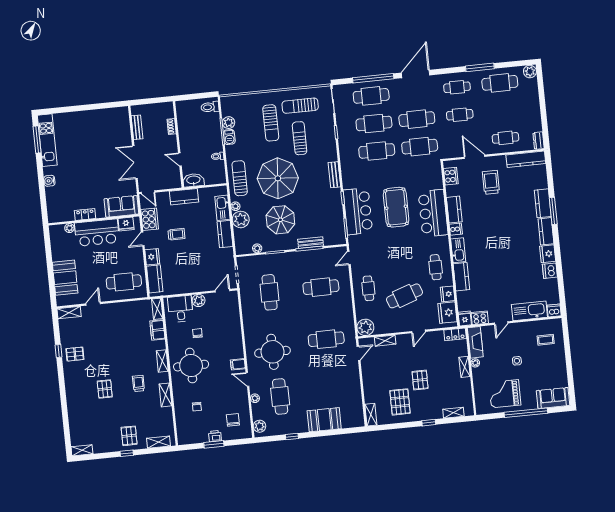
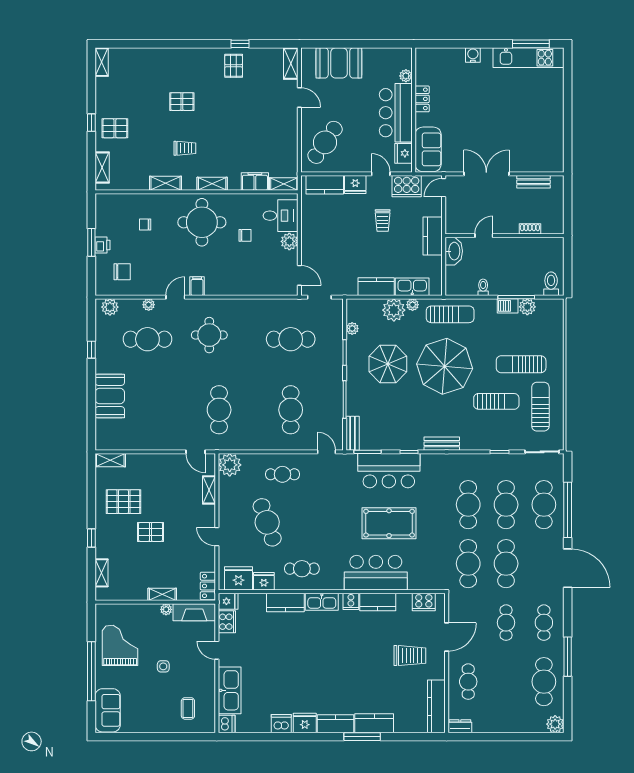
bench: (311, 243) -> (353, 433), moved
cafe table: (124, 282) -> (325, 142), turned 34
round table: (273, 352) -> (209, 335), width x0.73, depth x0.73

